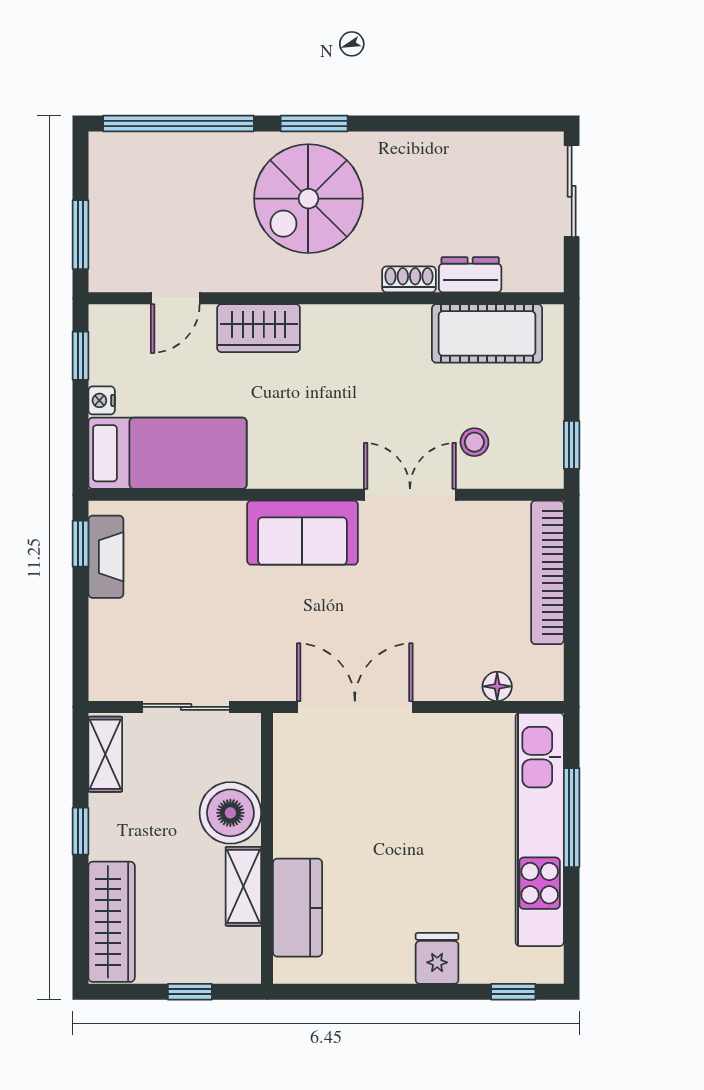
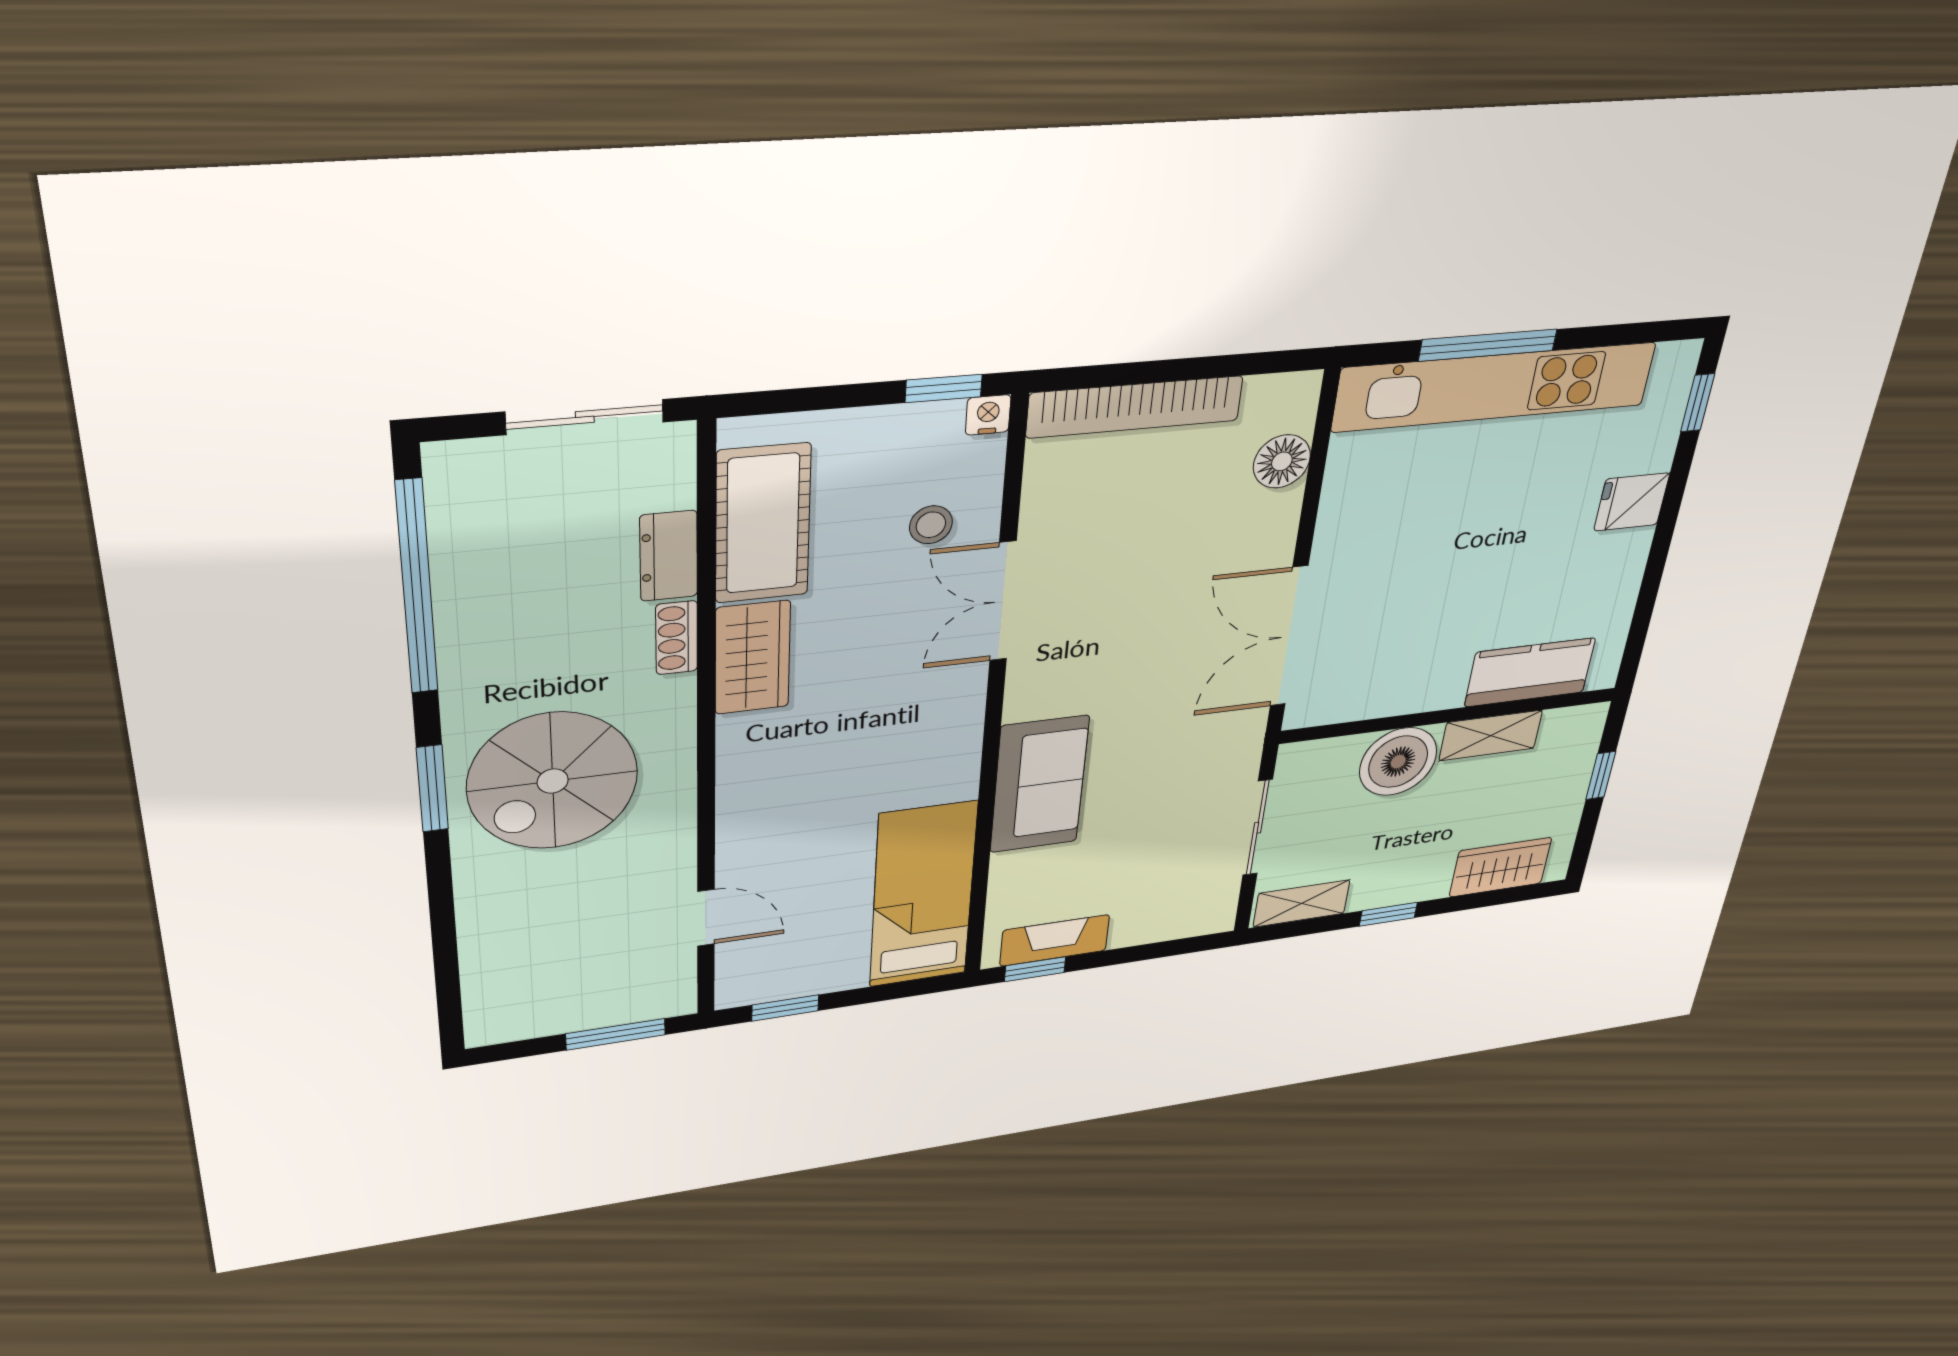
window: (179, 123) -> (417, 588), moved
sliding door: (572, 191) -> (585, 417), moved
spiral stairs: (308, 199) -> (553, 781), turned 90
wardrobe: (259, 328) -> (753, 658), moved
nightstand: (102, 400) -> (988, 415), moved, turned 180
sofa: (302, 533) -> (1039, 784), moved
floor lamp: (497, 686) -> (1282, 461), width x1.37, depth x1.37
wardrobe: (112, 922) -> (1500, 867), width x0.67

